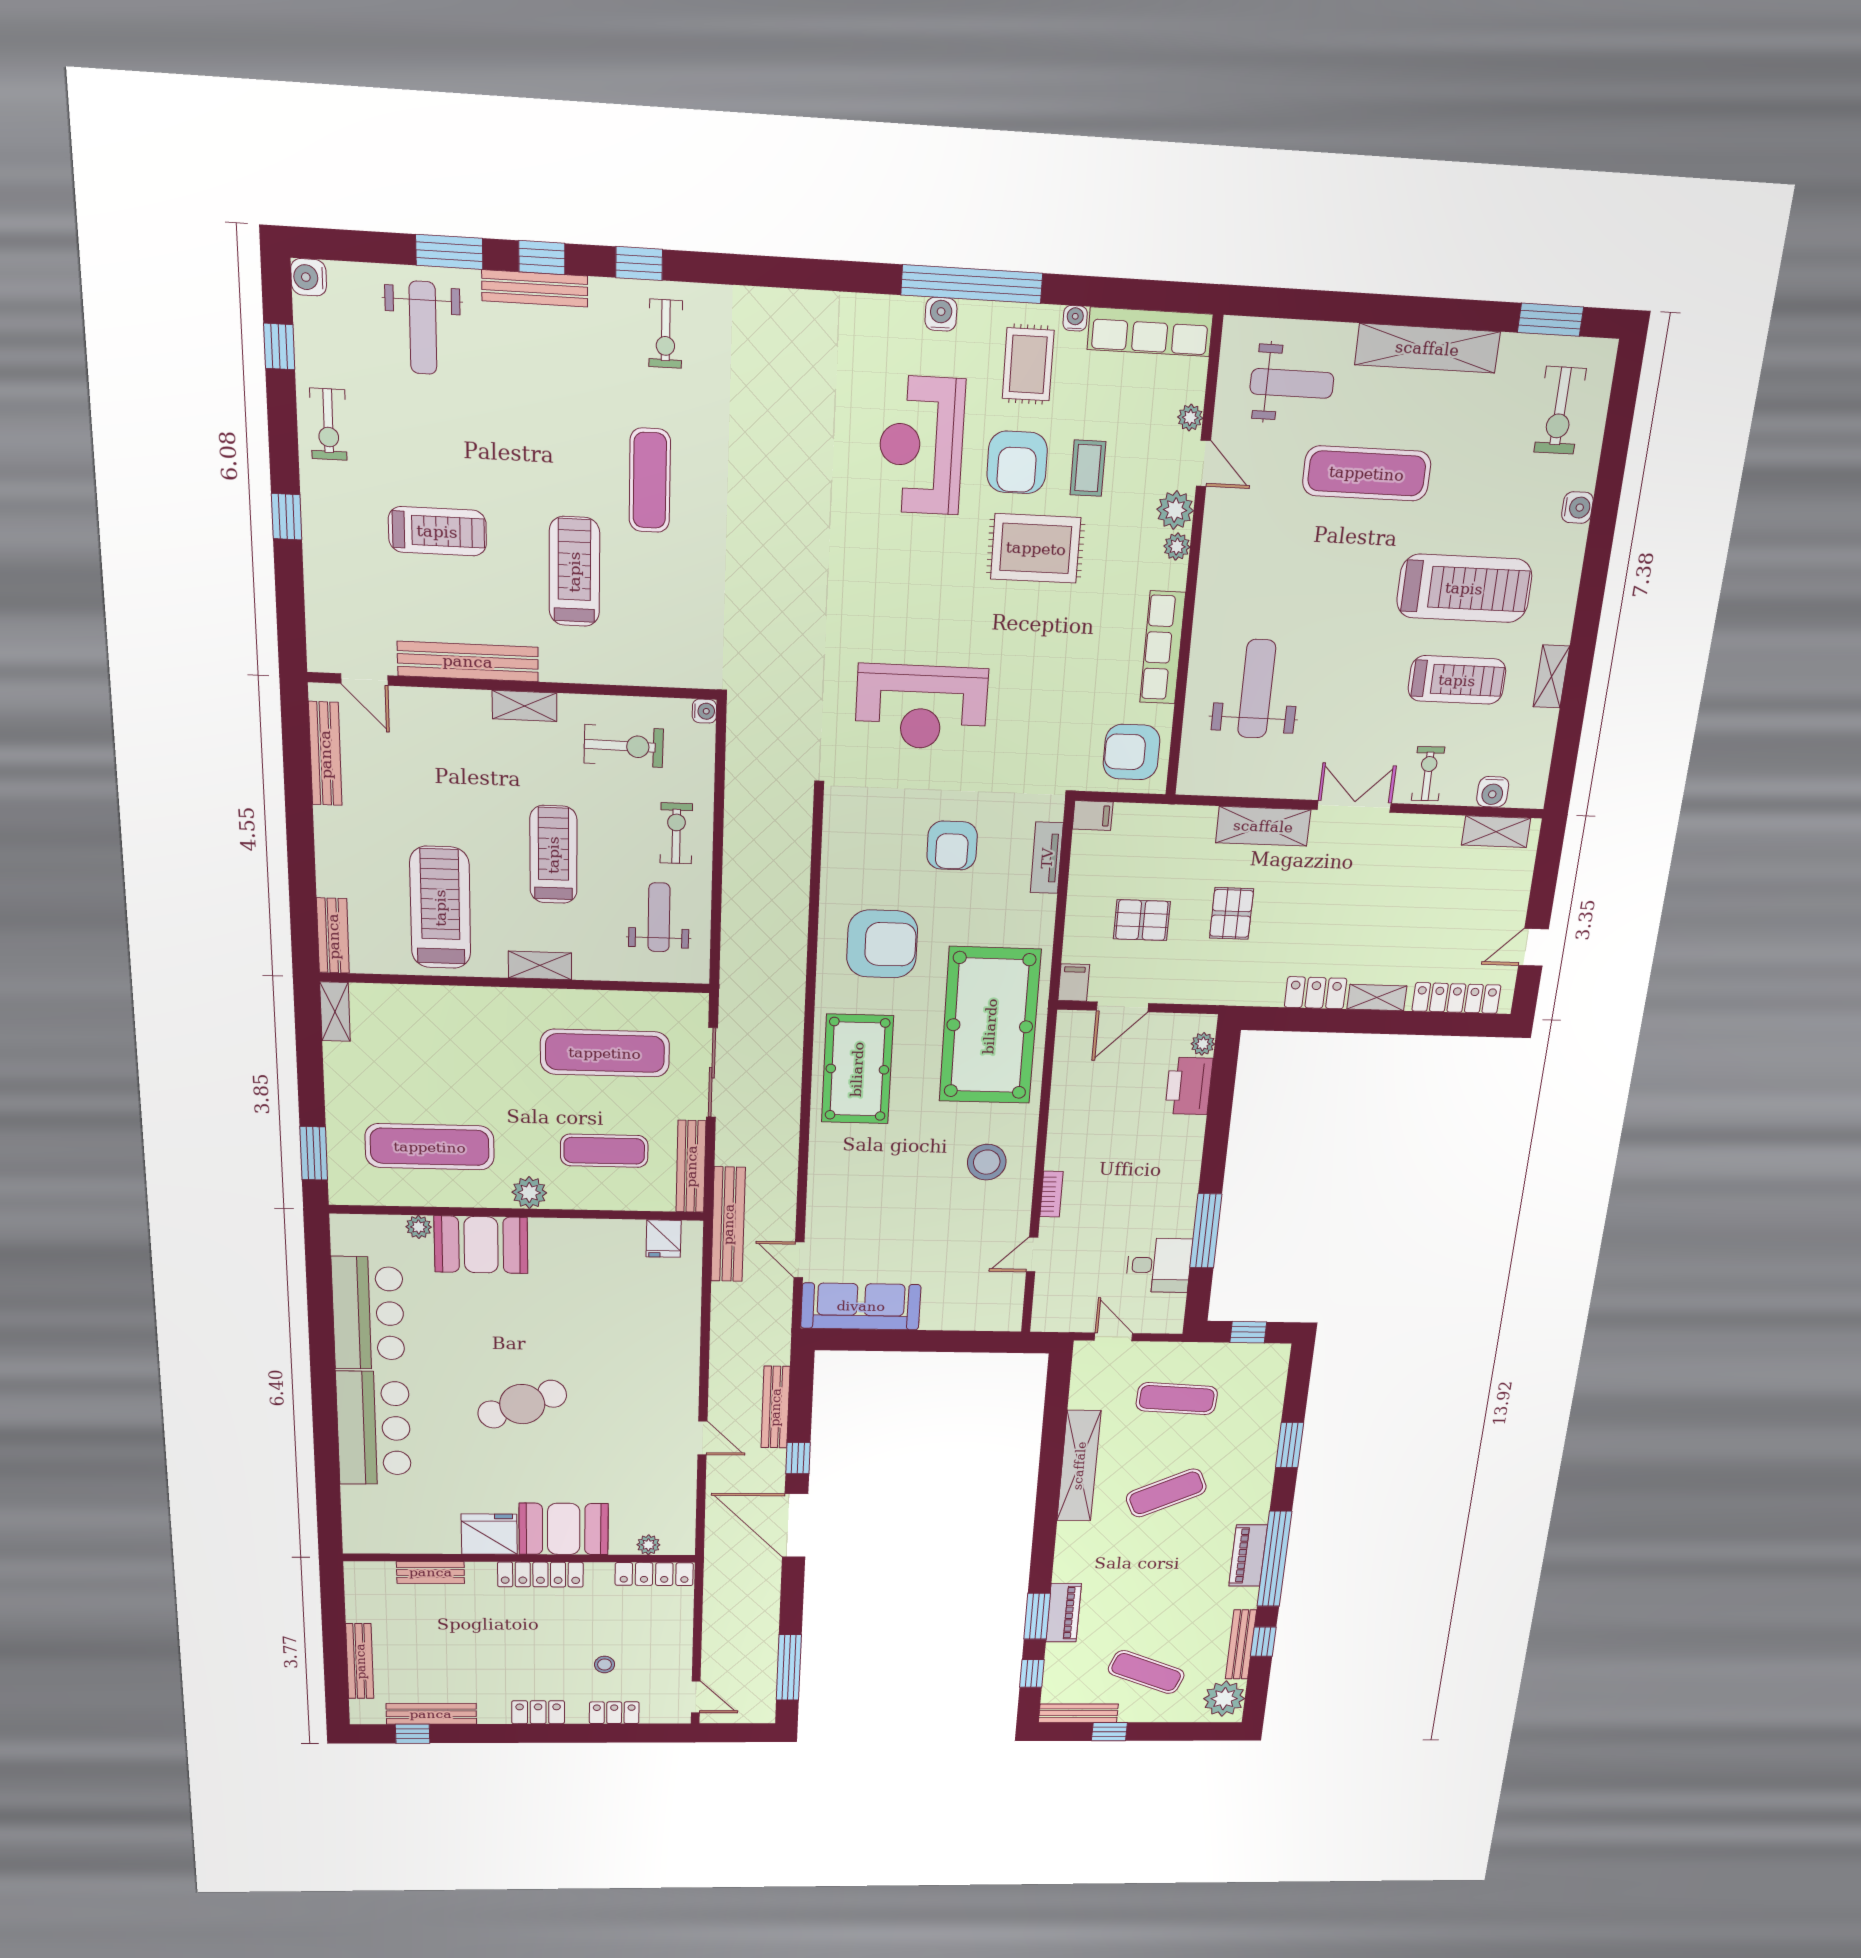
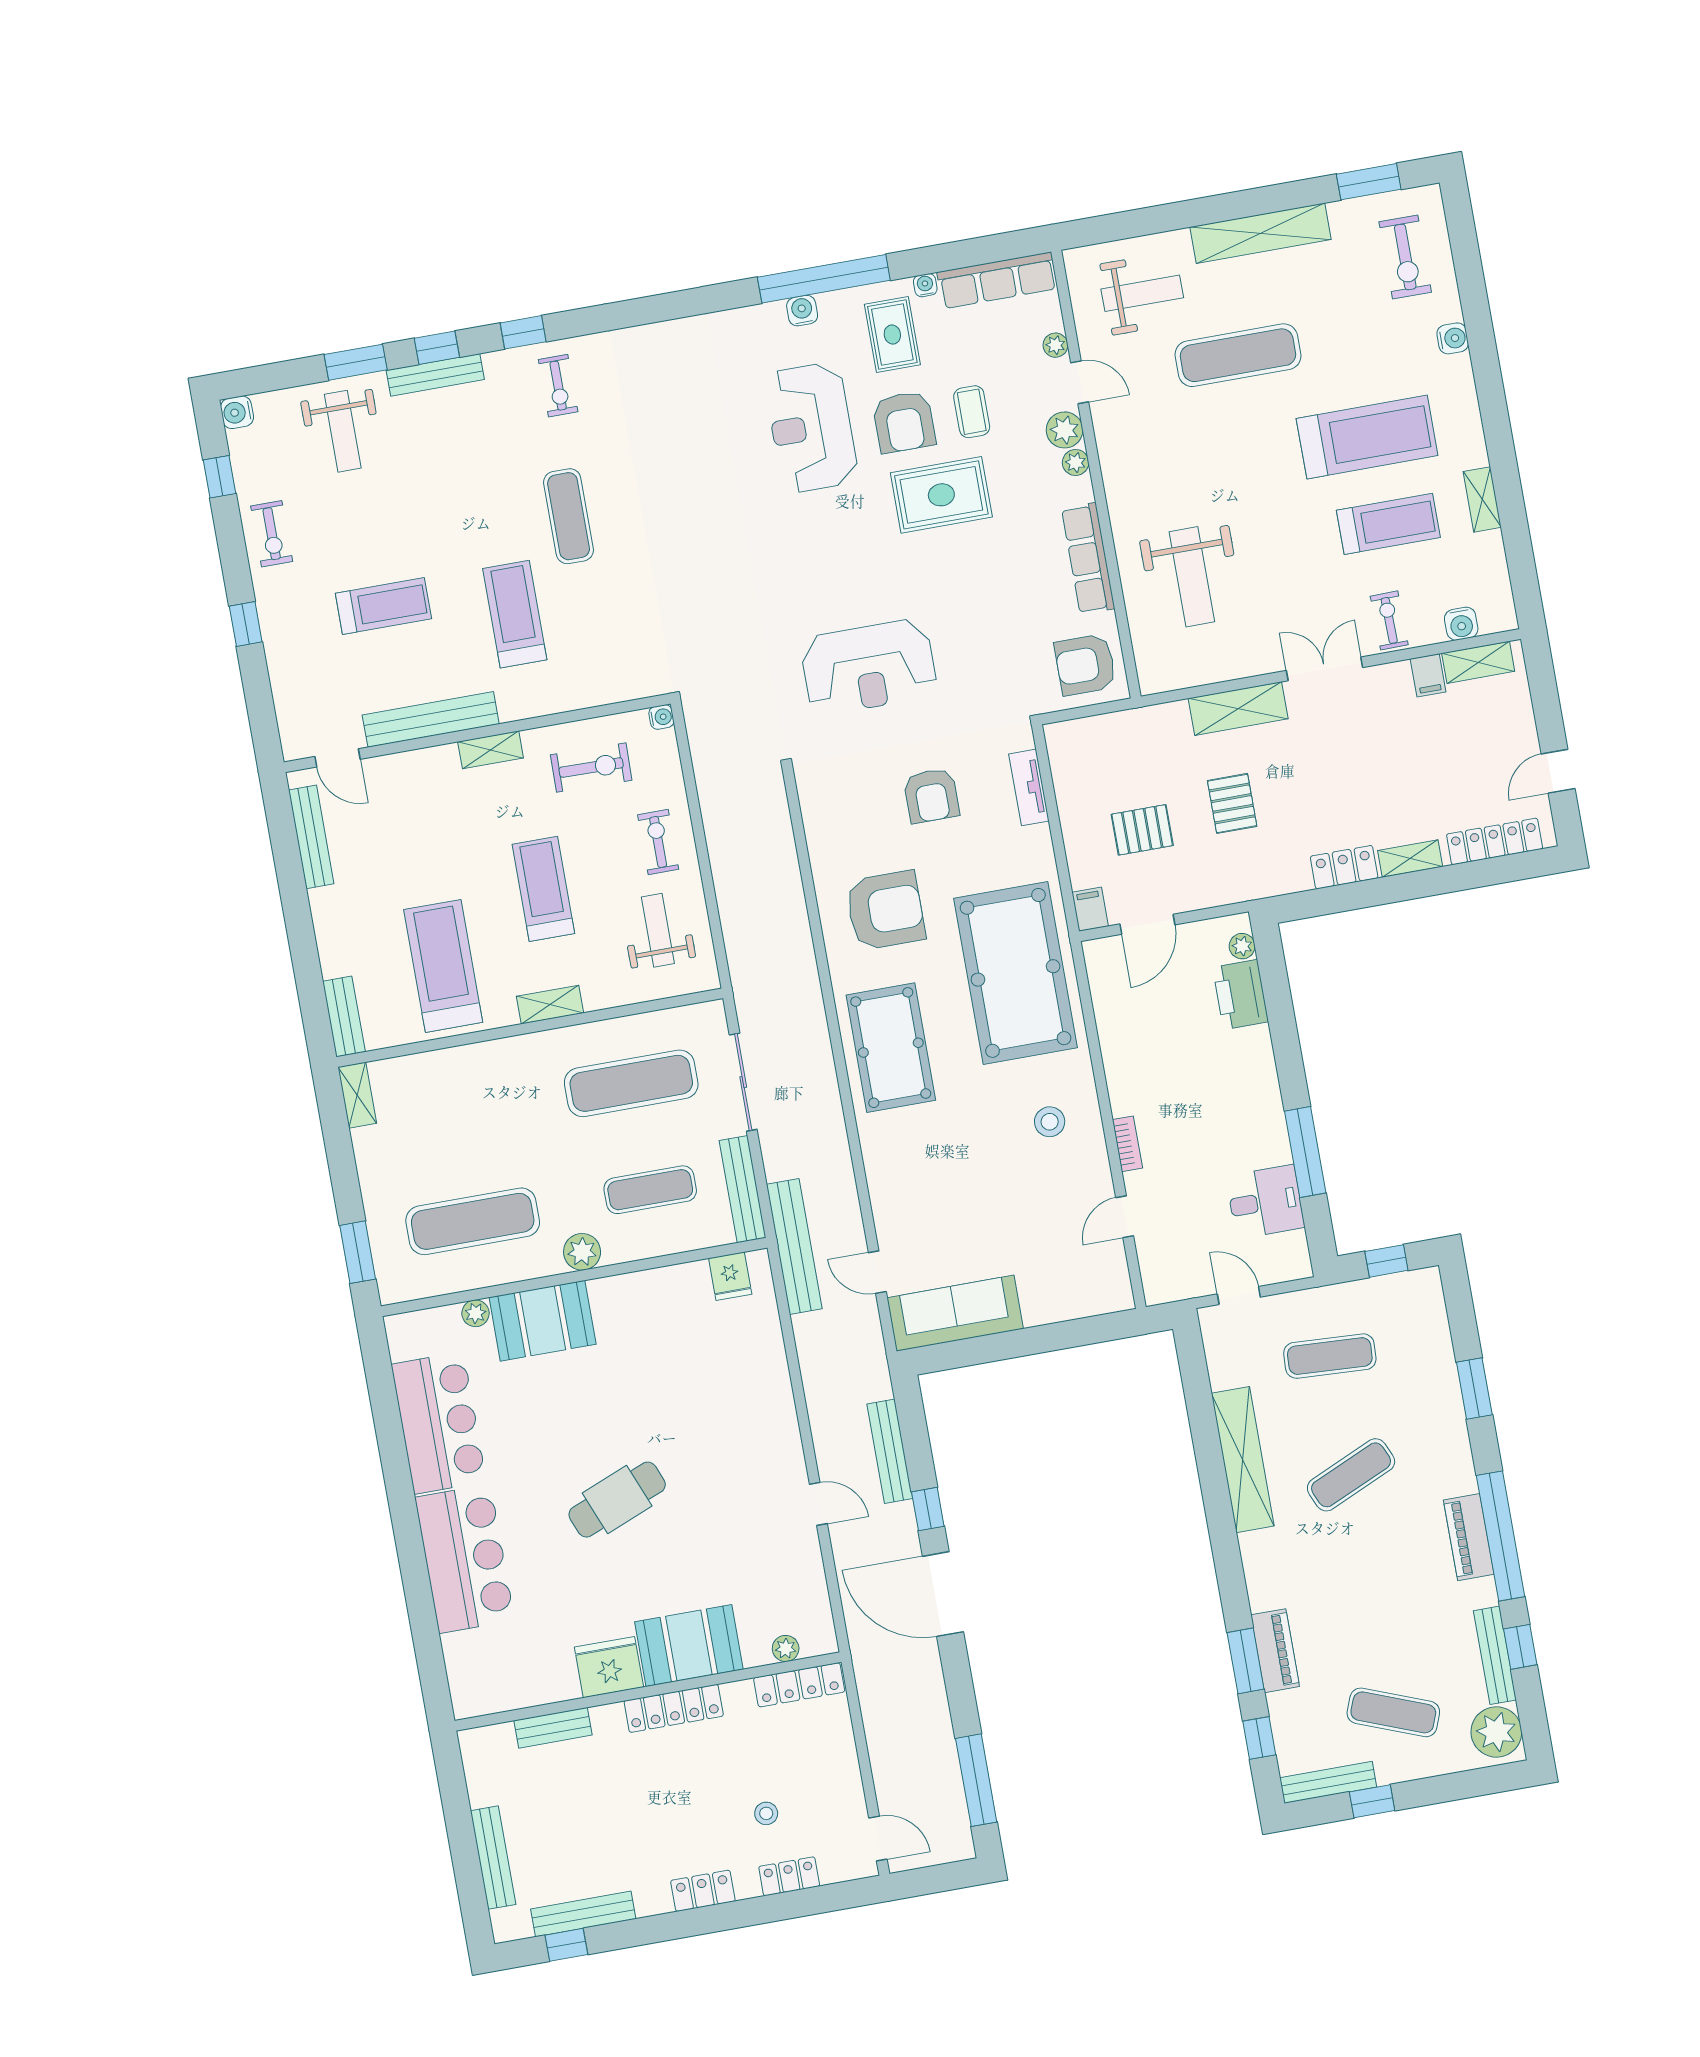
weight bench: (1257, 689) -> (1192, 577), turned 180
filing cabinet: (1093, 816) -> (1428, 675), moved, turned 90
stool: (987, 1162) -> (1050, 1122), width x0.73, depth x0.73

